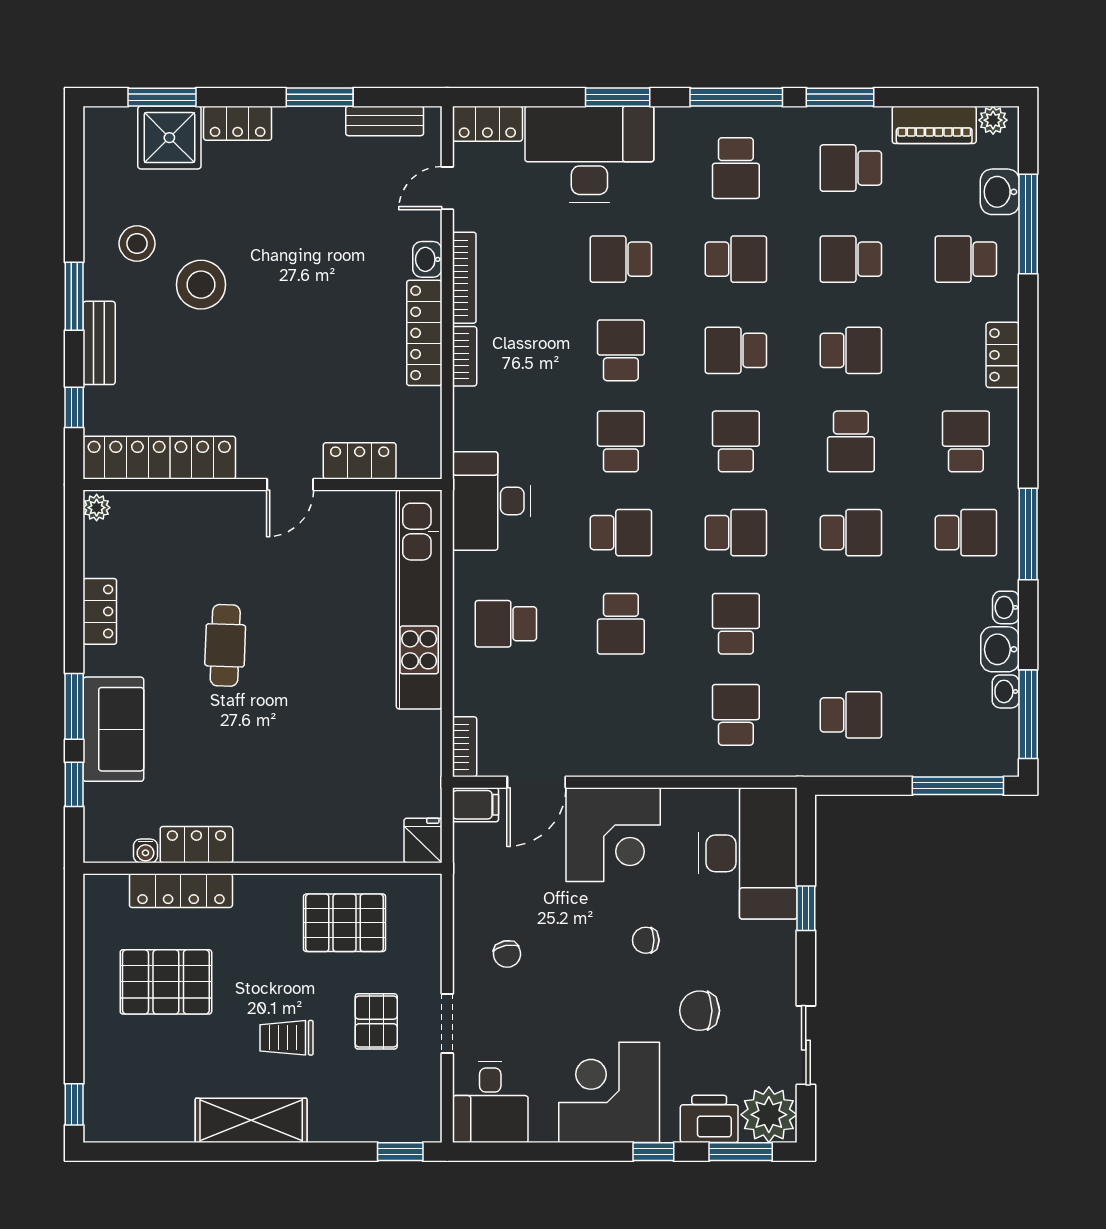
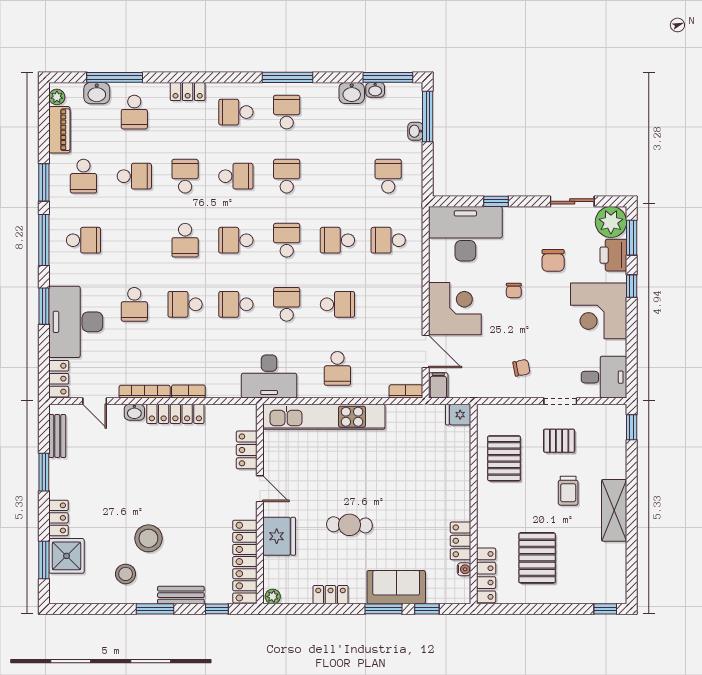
school desk: (736, 259) -> (134, 240), removed
school desk: (851, 259) -> (134, 176), turned -90
fridge: (205, 519) -> (279, 536), added
washbasin: (1006, 607) -> (415, 131), moved, turned 90
locker: (181, 891) -> (486, 575), moved

